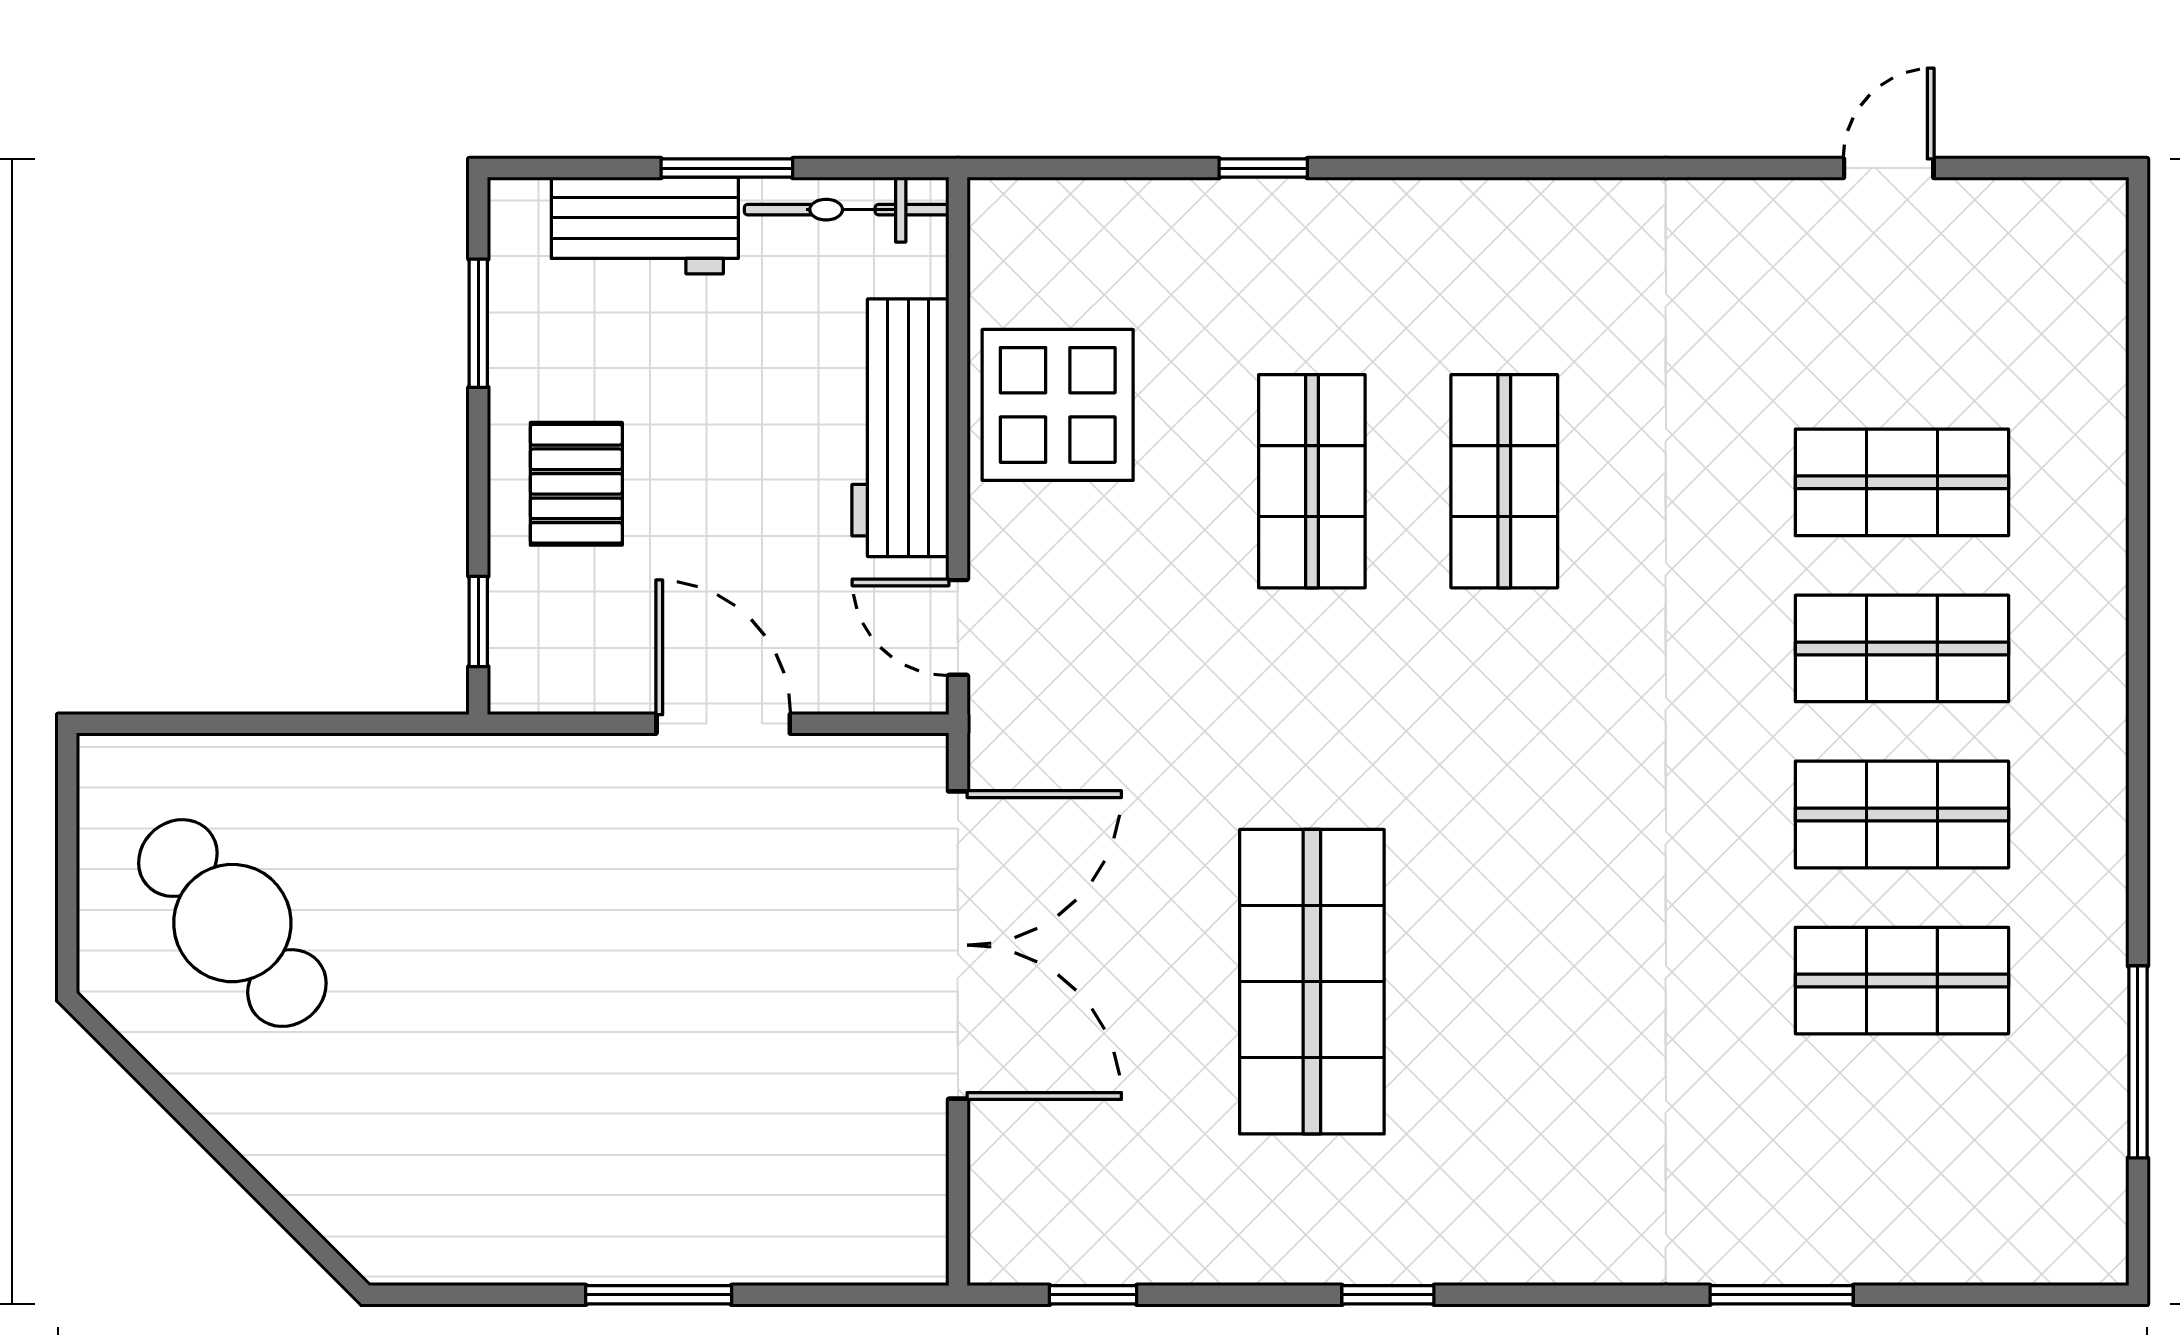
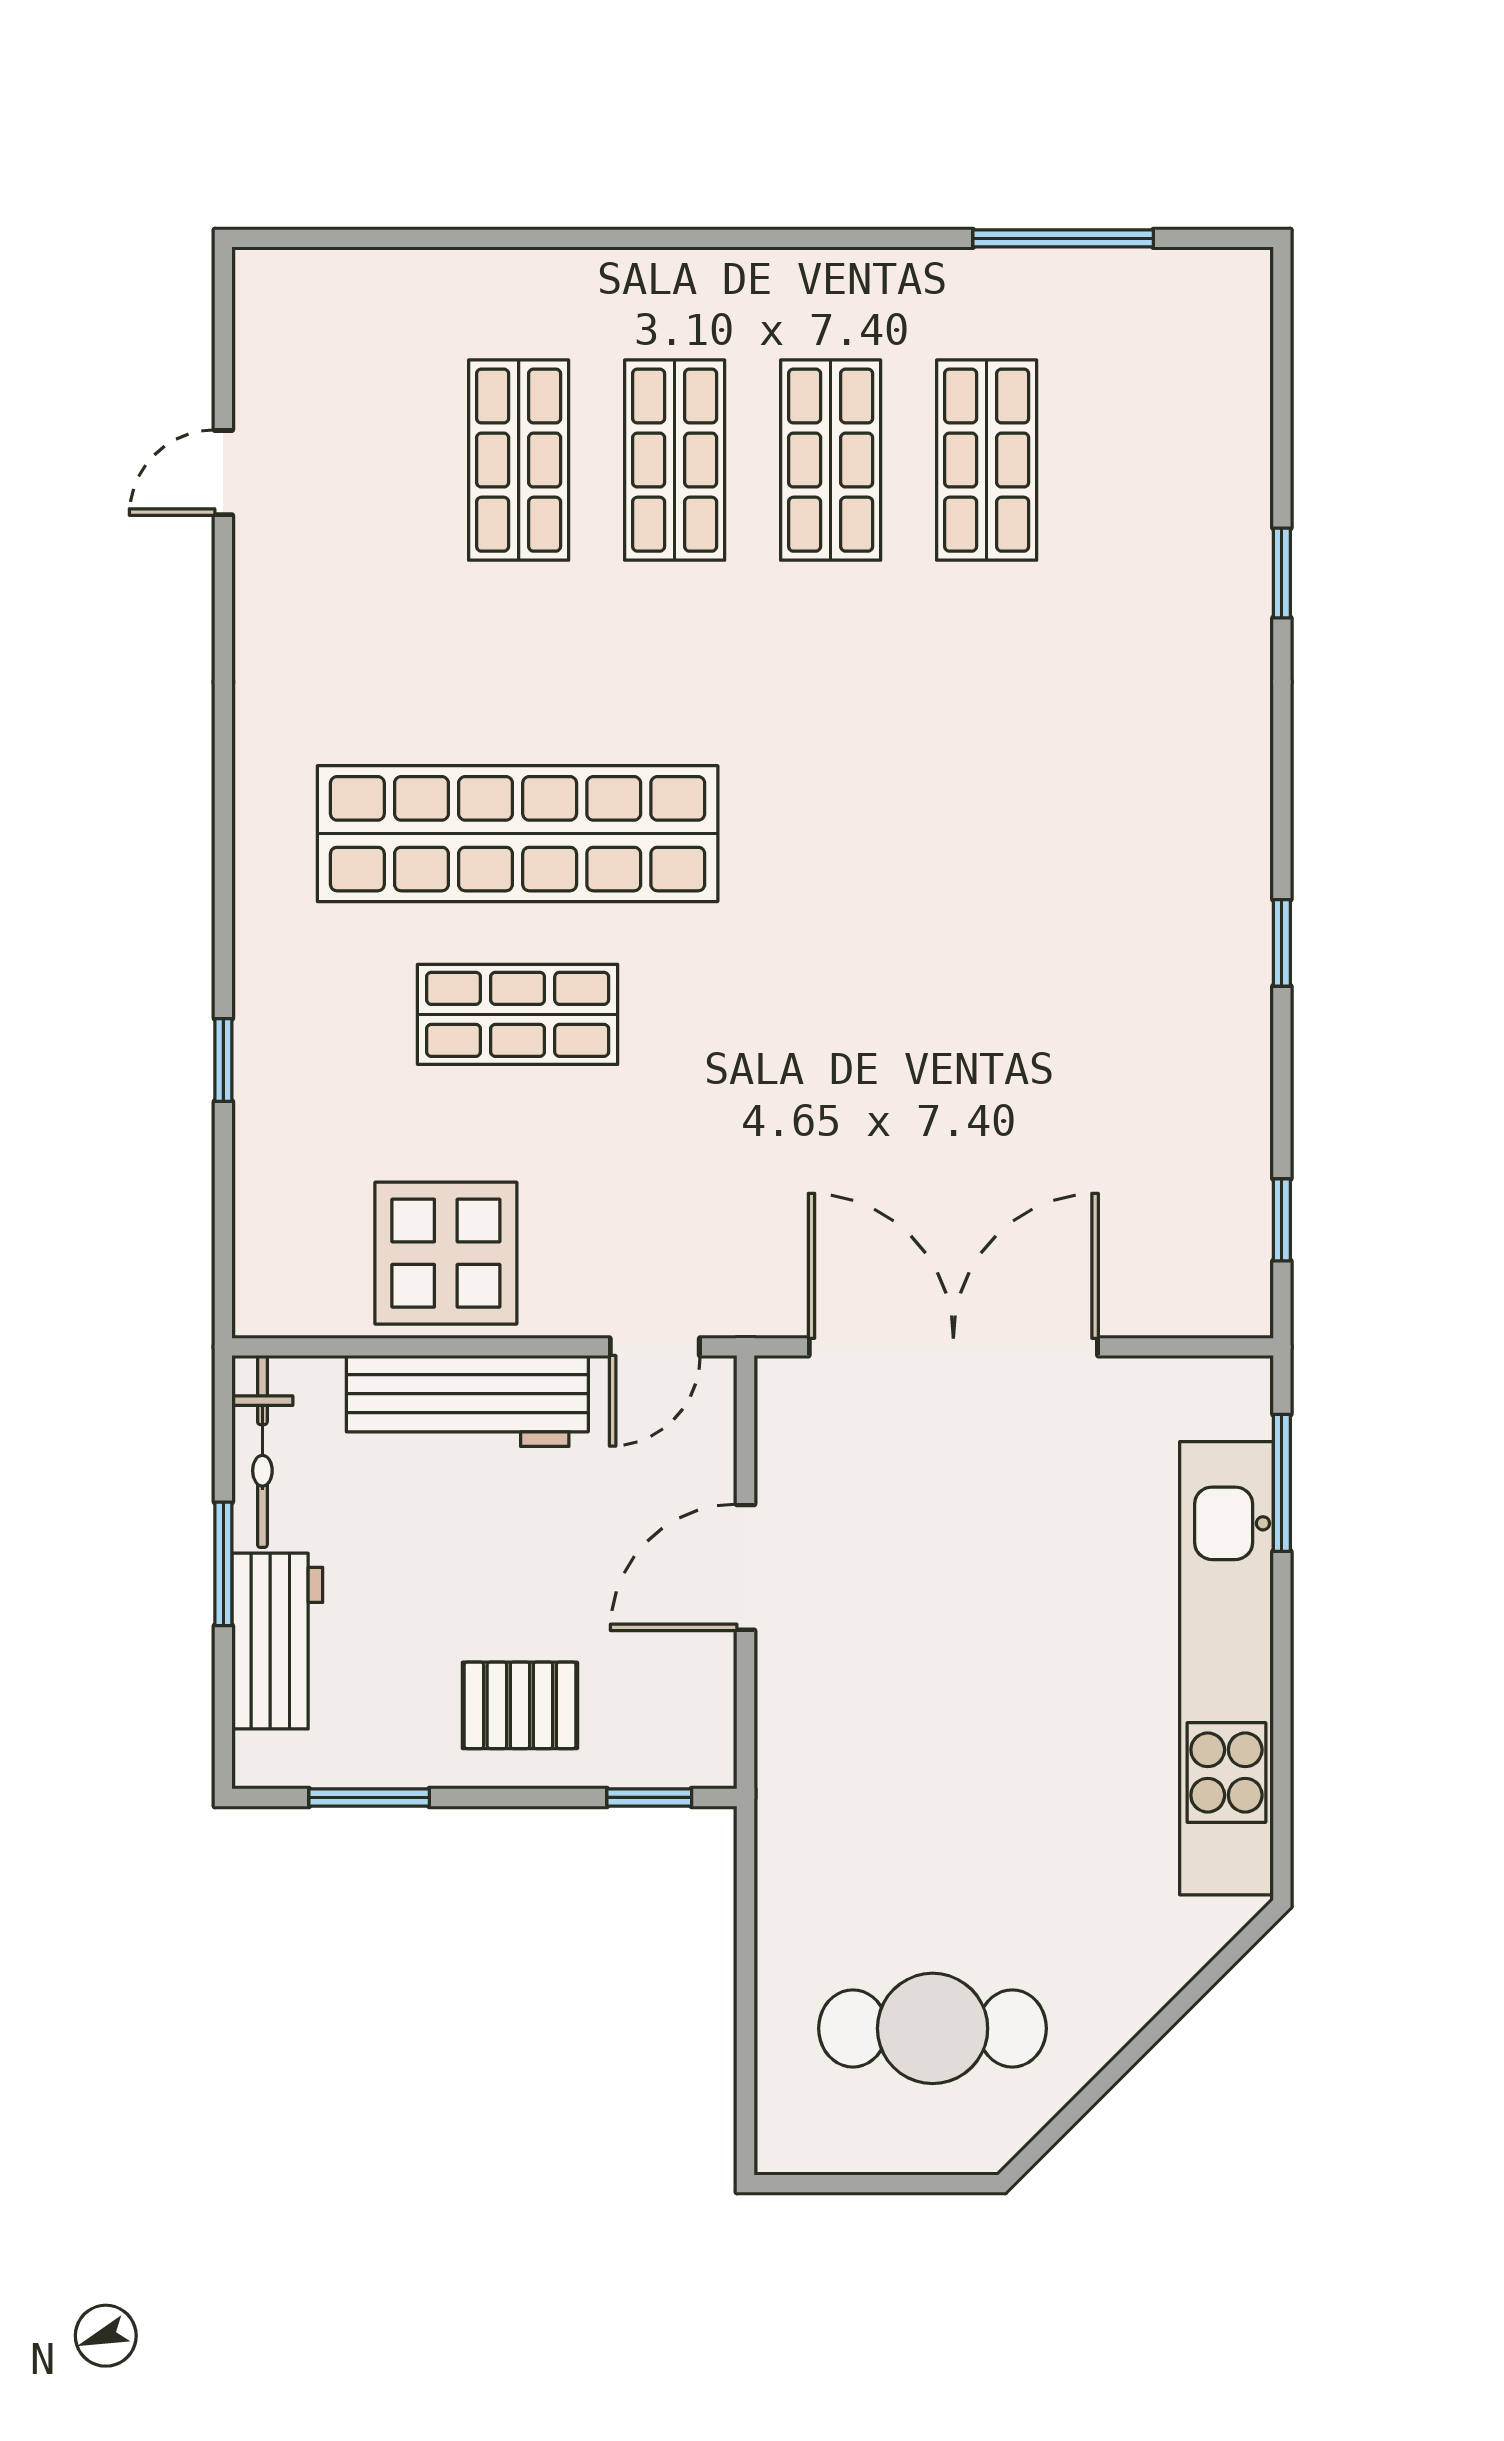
door: (1889, 168) -> (223, 473), hinge flipped
shop shelf: (1504, 481) -> (518, 834), width x2.00, depth x1.36
cafe table: (232, 923) -> (933, 2028), turned 40
shop shelf: (1312, 982) -> (988, 1014), removed
kitchen unit: (616, 1236) -> (1226, 1668), added
window: (659, 1295) -> (1282, 1483), moved
window: (1782, 1295) -> (1282, 573), width x0.67

